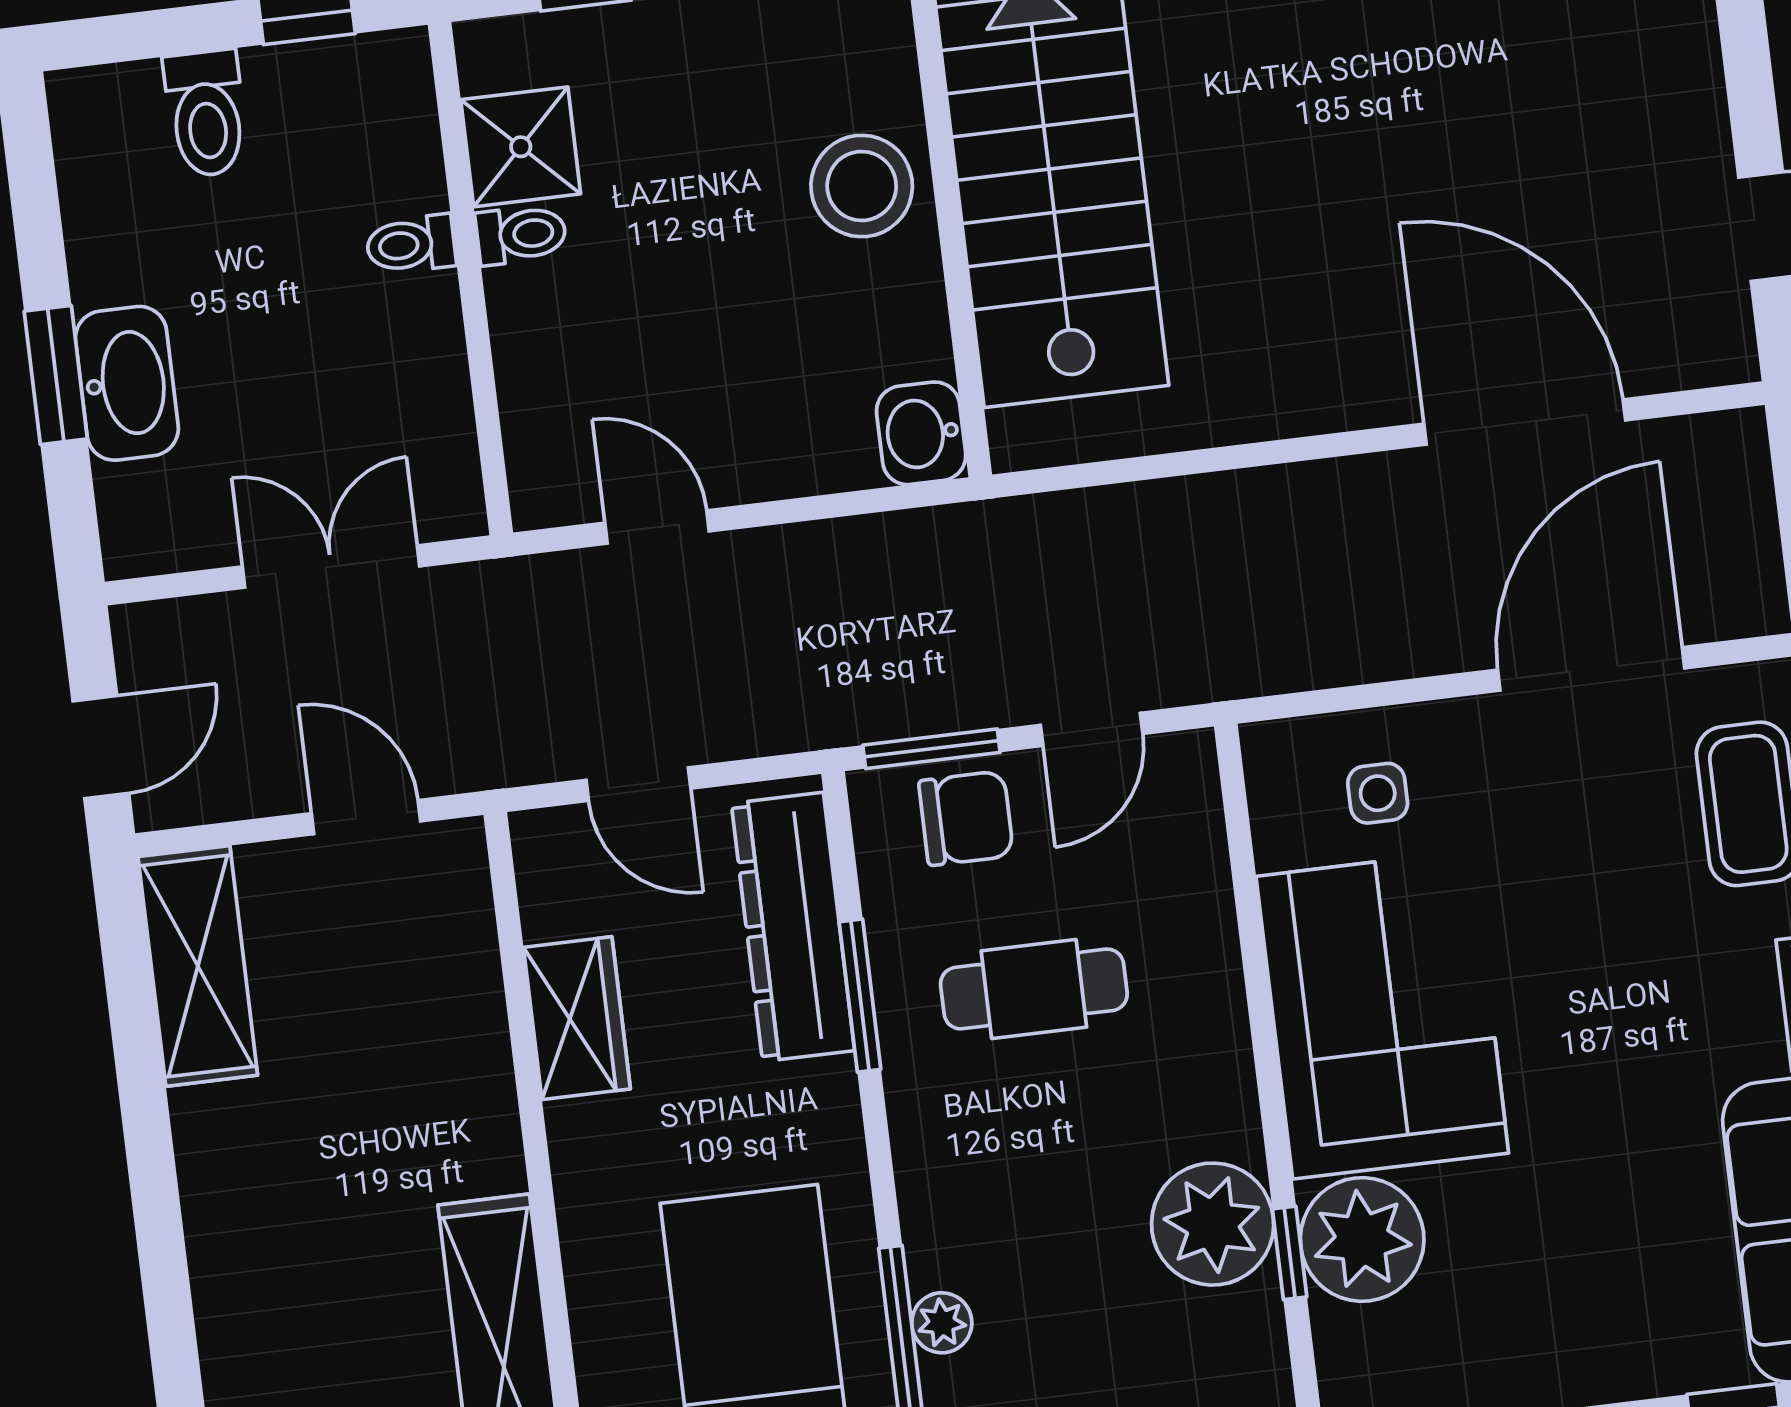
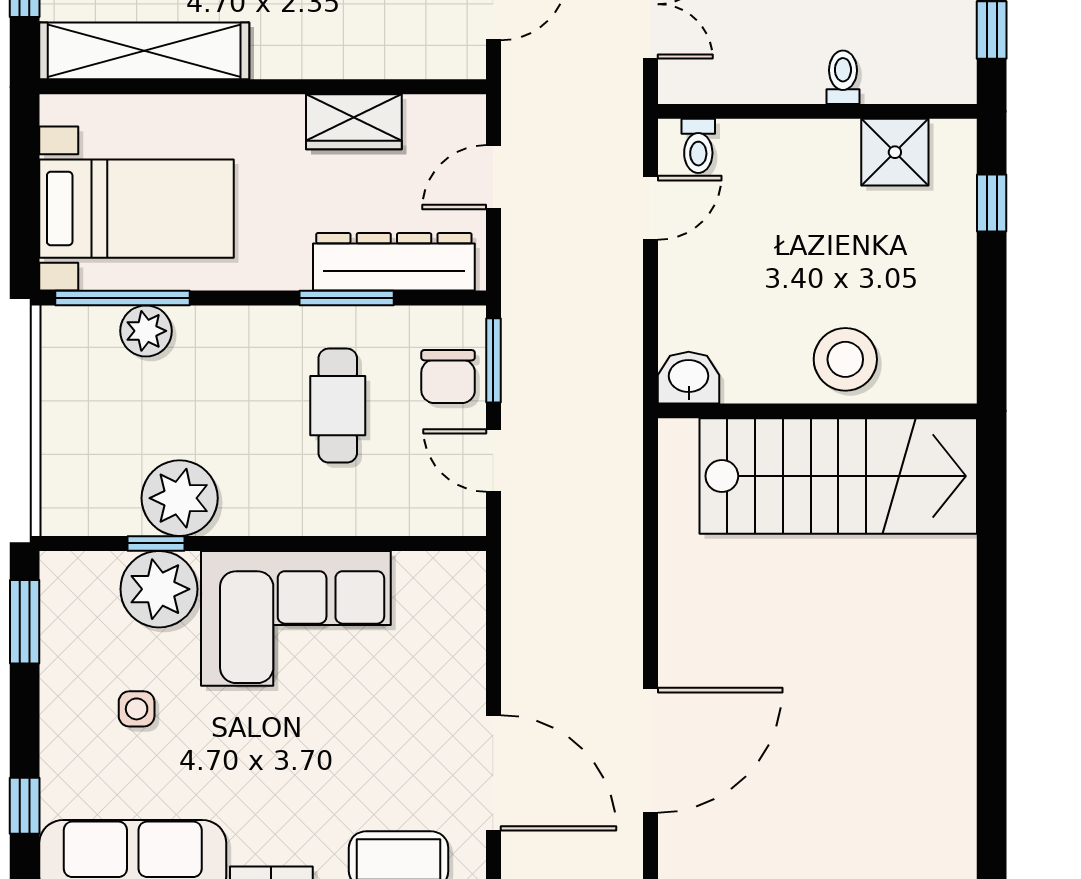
toilet: (521, 235) -> (698, 146), moved
side table: (1378, 793) -> (137, 709), moved
plant: (942, 1323) -> (146, 331), width x1.38, depth x1.38

